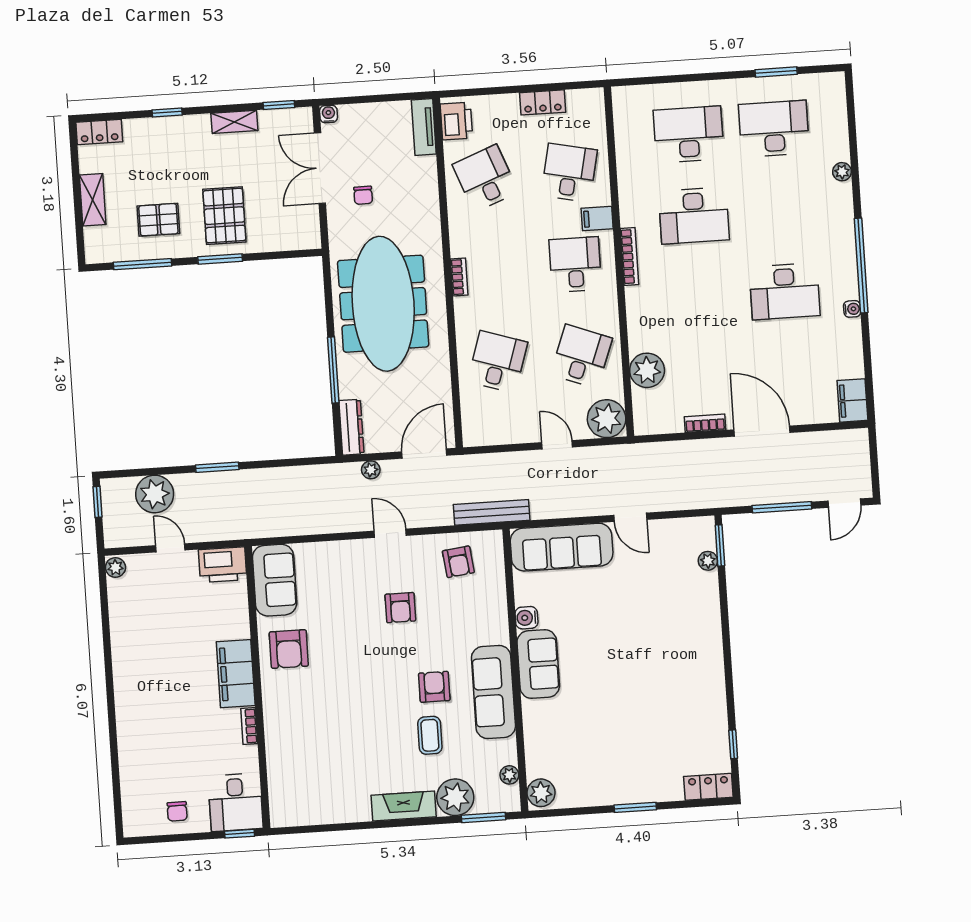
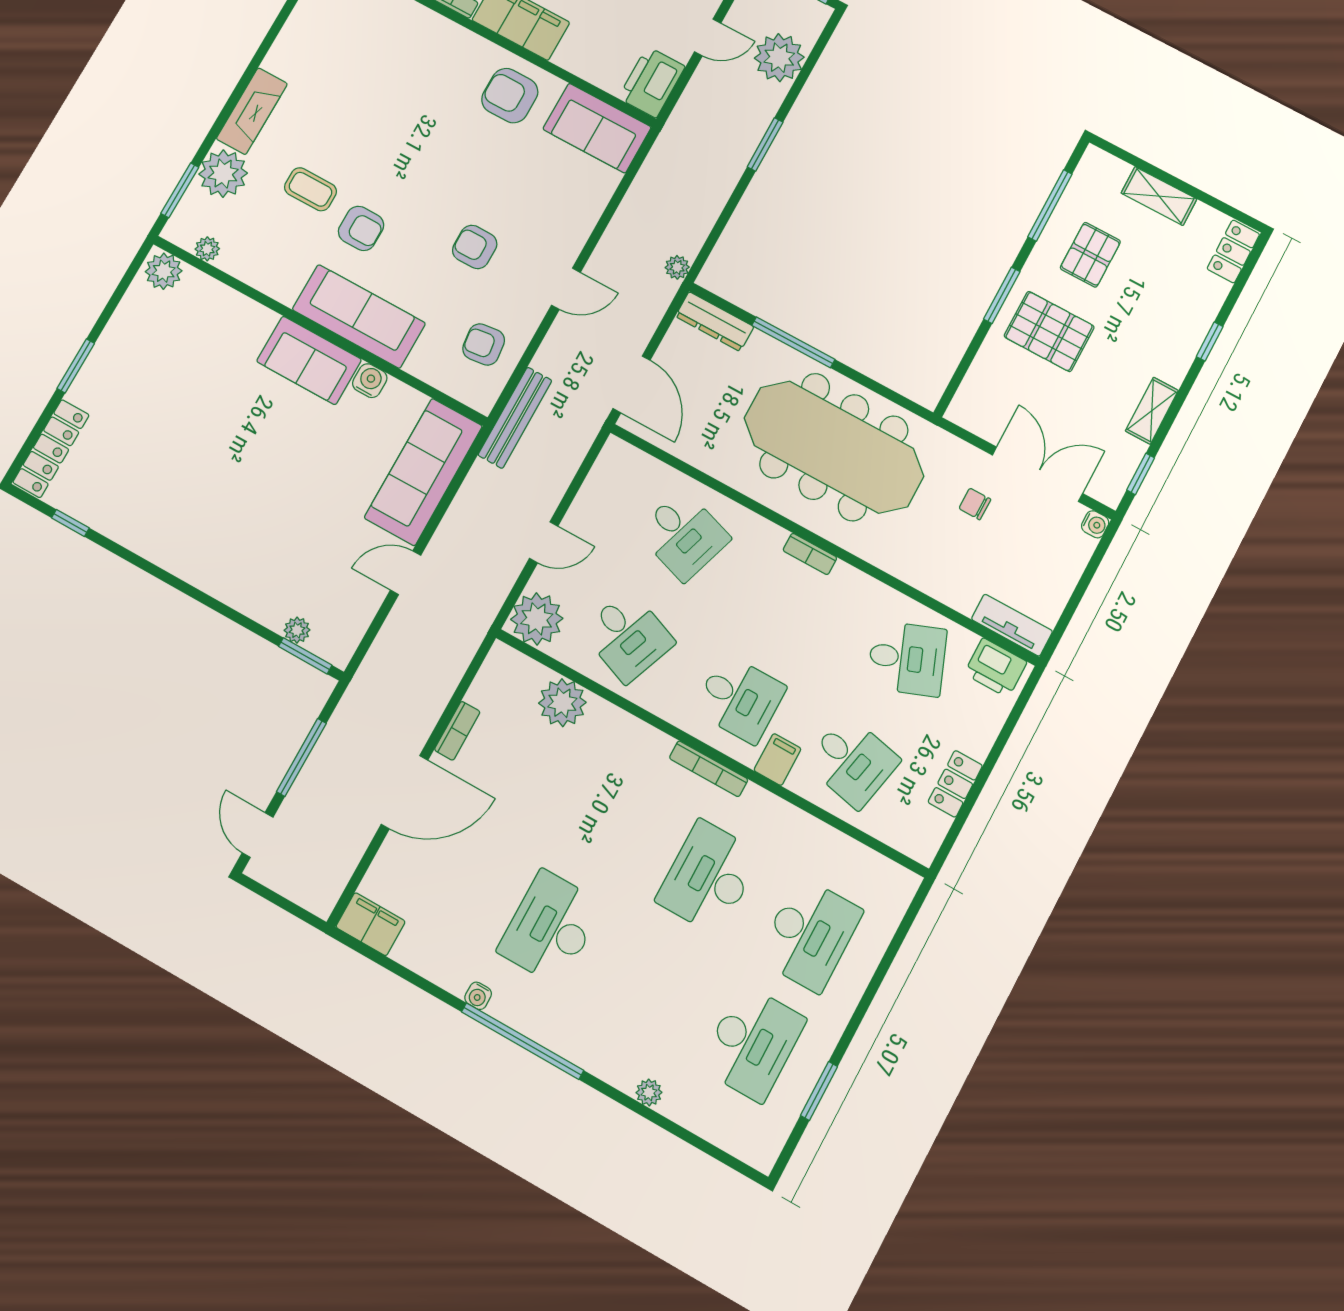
plant: (371, 470) -> (677, 267), moved
sofa: (493, 692) -> (359, 316), moved
locker: (708, 787) -> (51, 449), width x1.53

